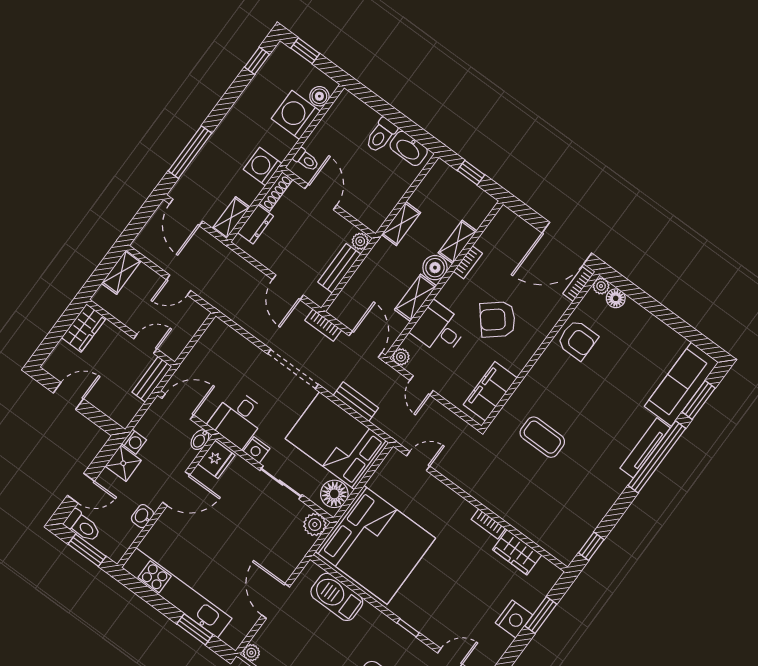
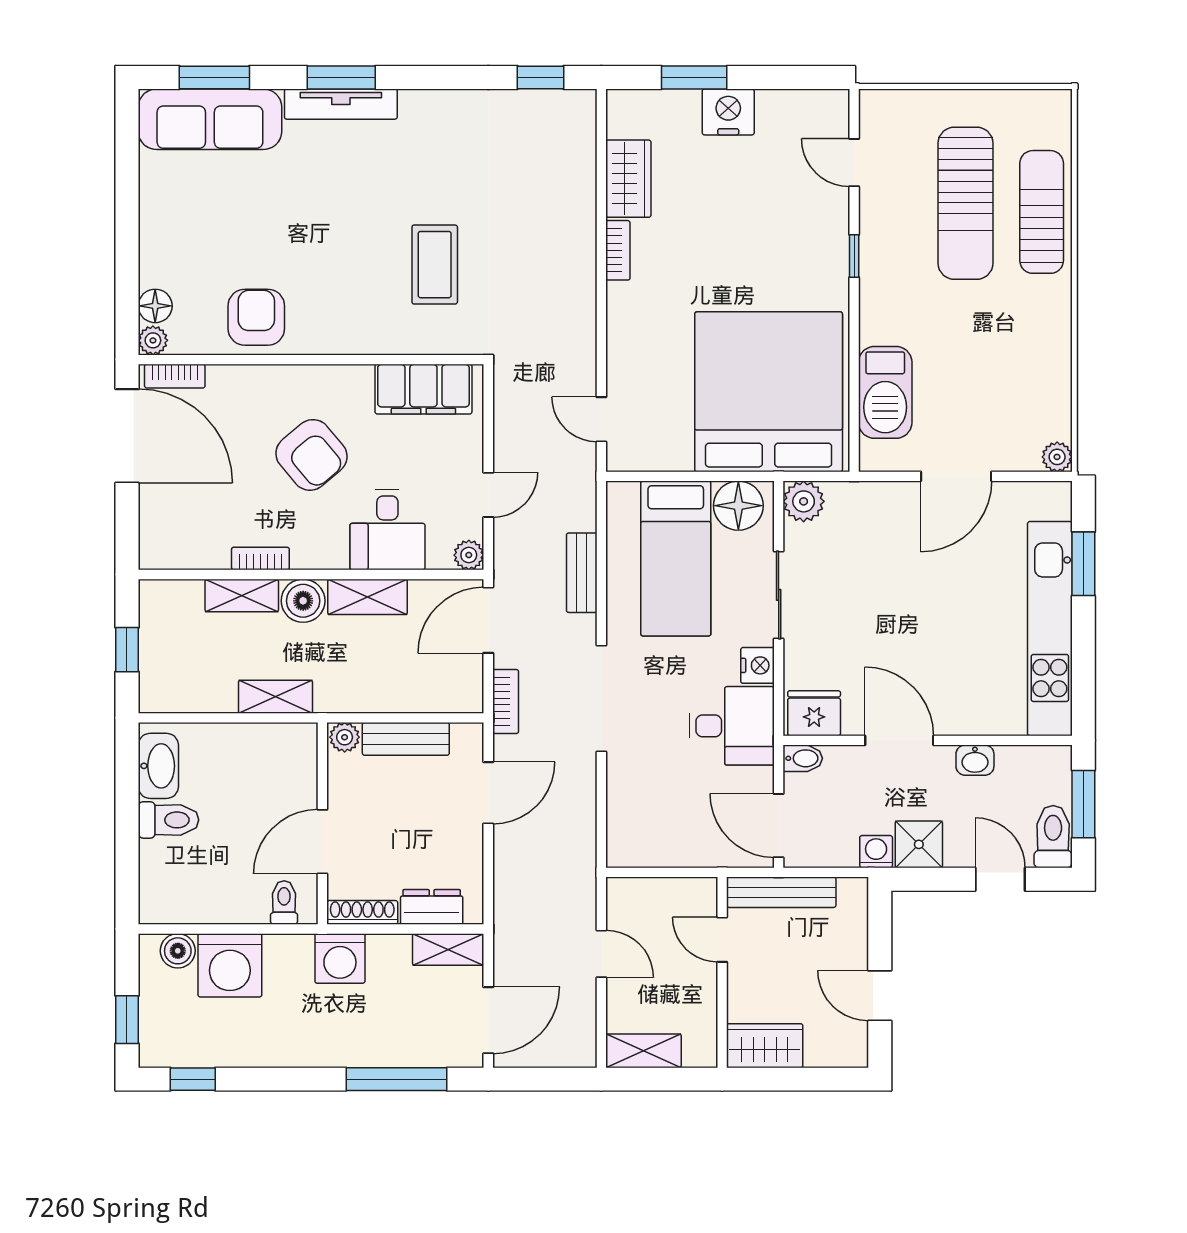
bench: (152, 379) -> (781, 892), width x1.36
bed: (337, 441) -> (676, 559), width x0.67
window: (657, 457) -> (341, 77), width x0.47

